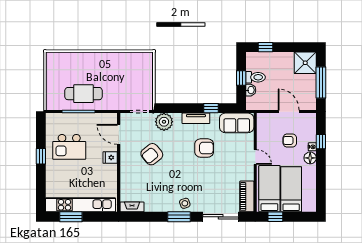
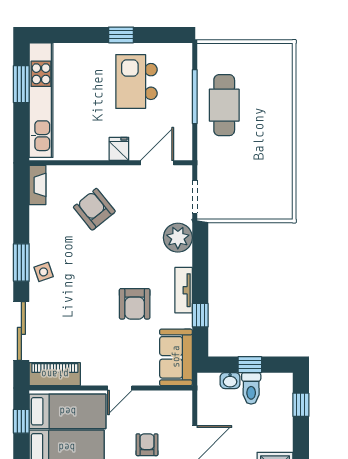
armchair: (152, 154) -> (94, 209), moved

